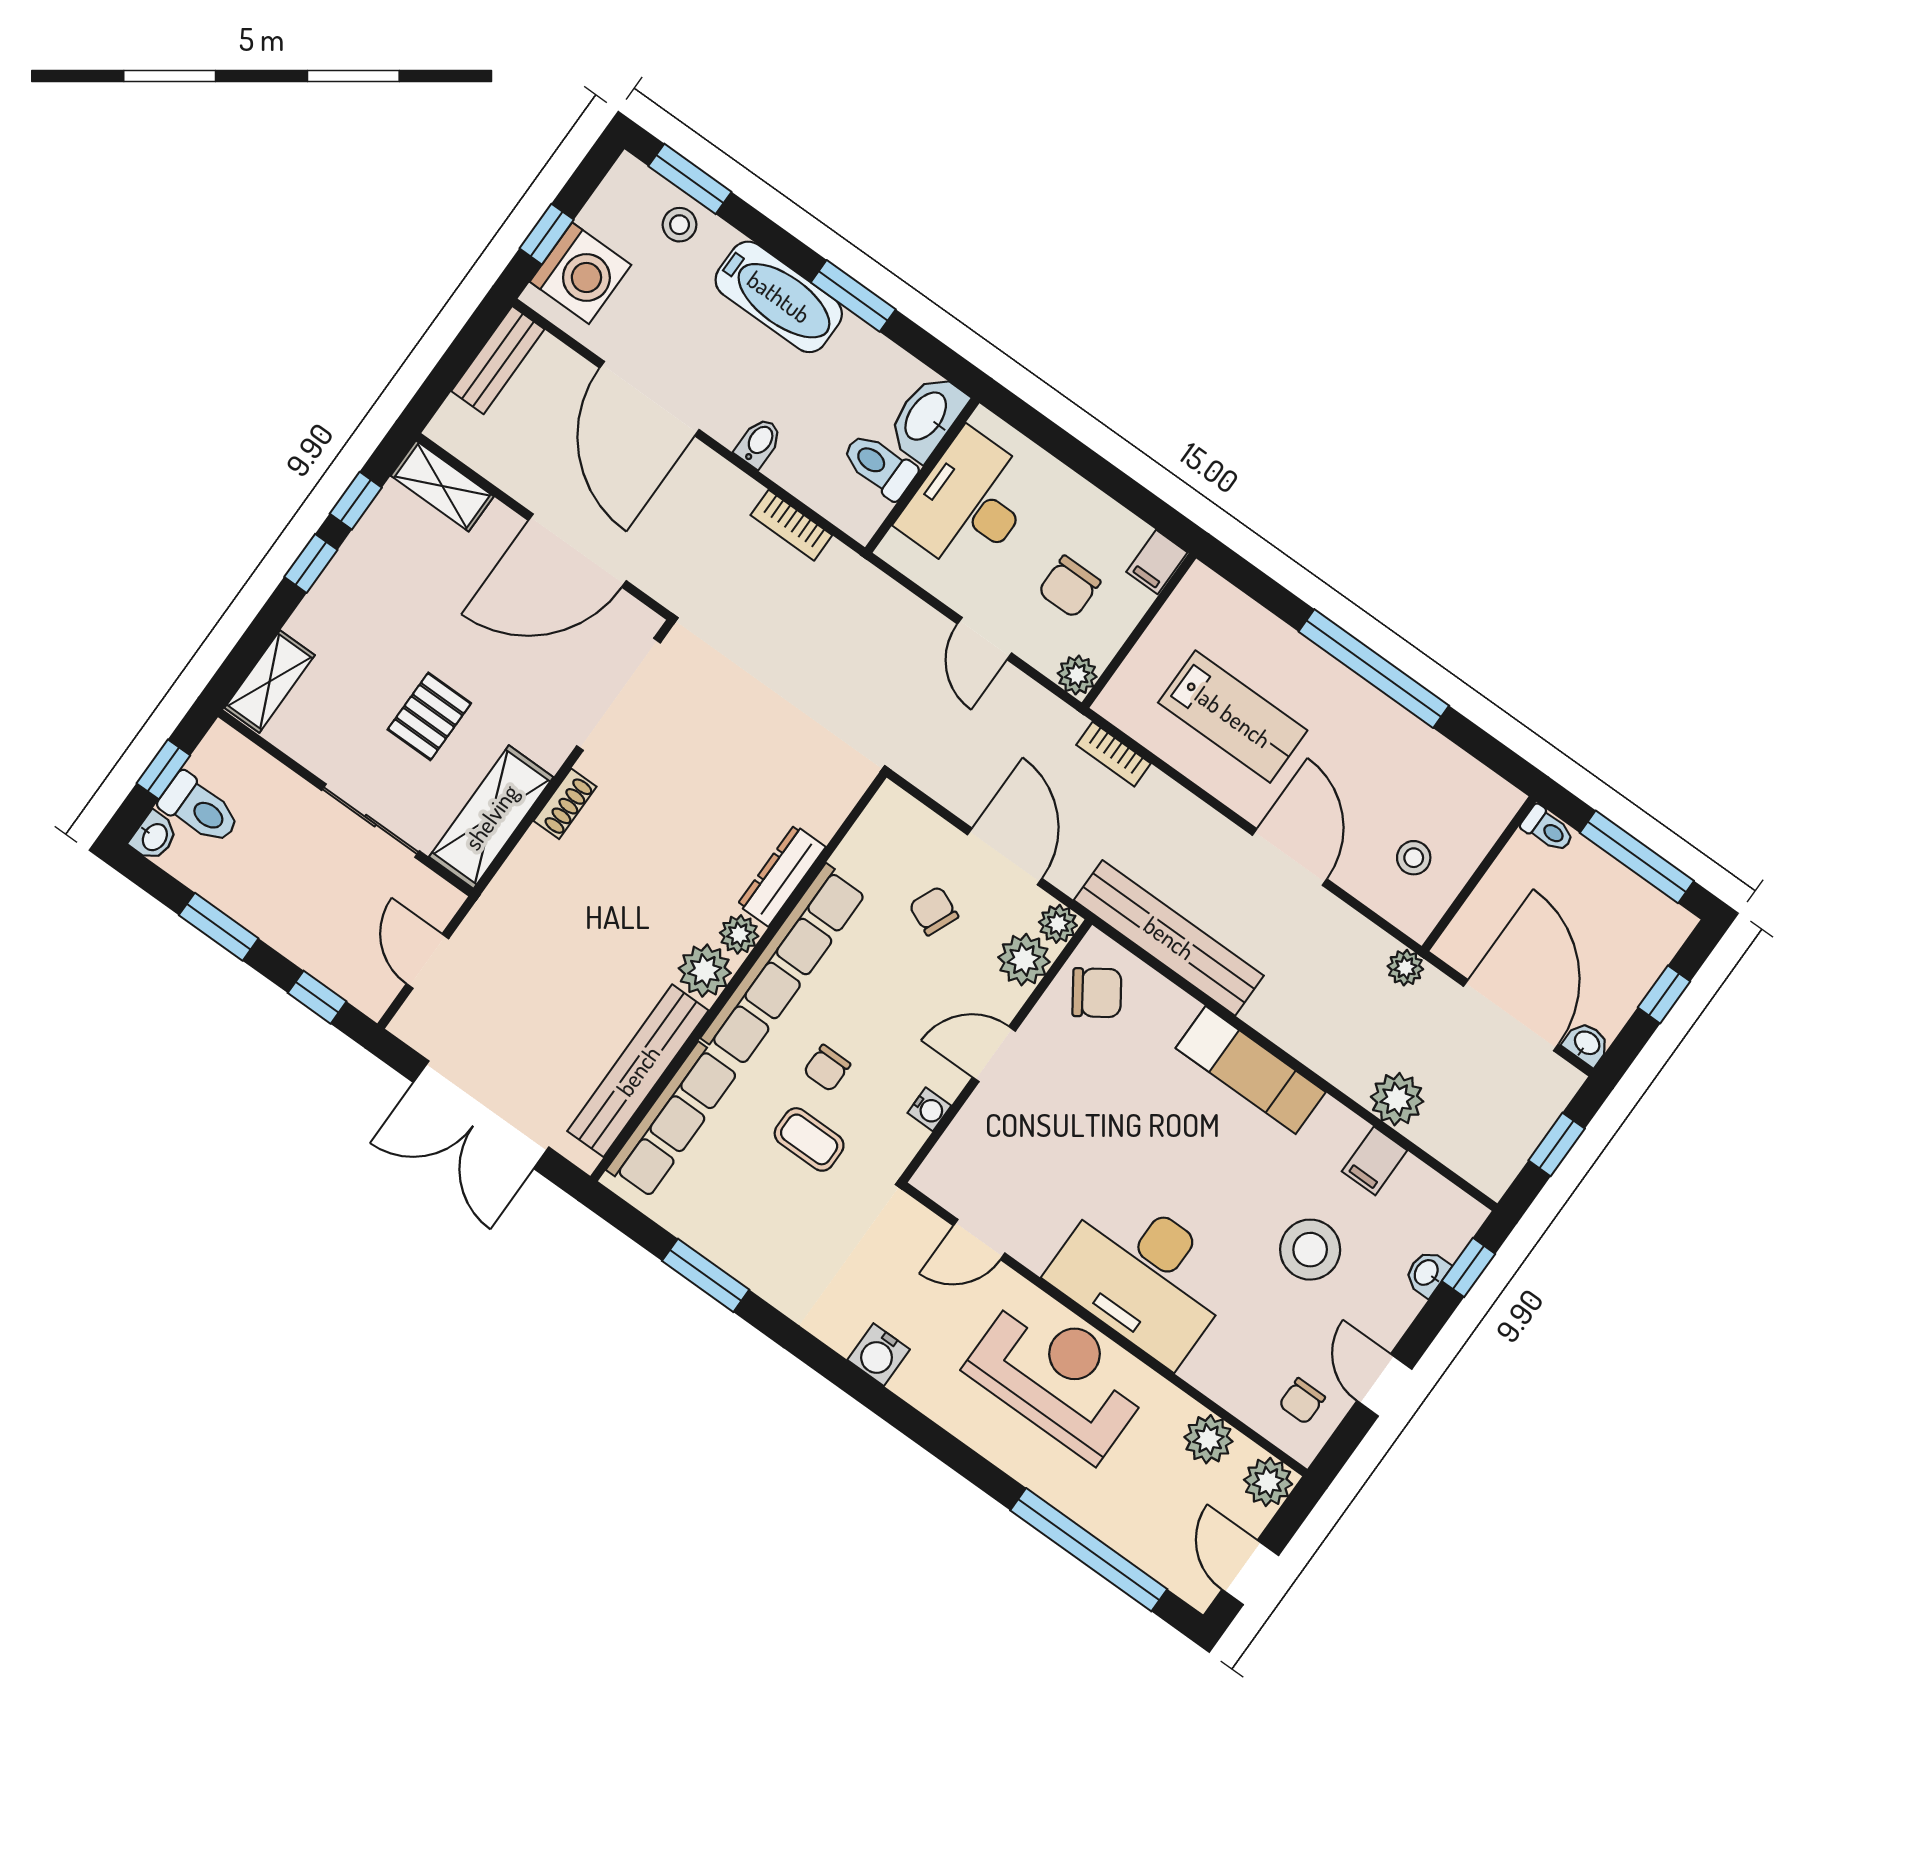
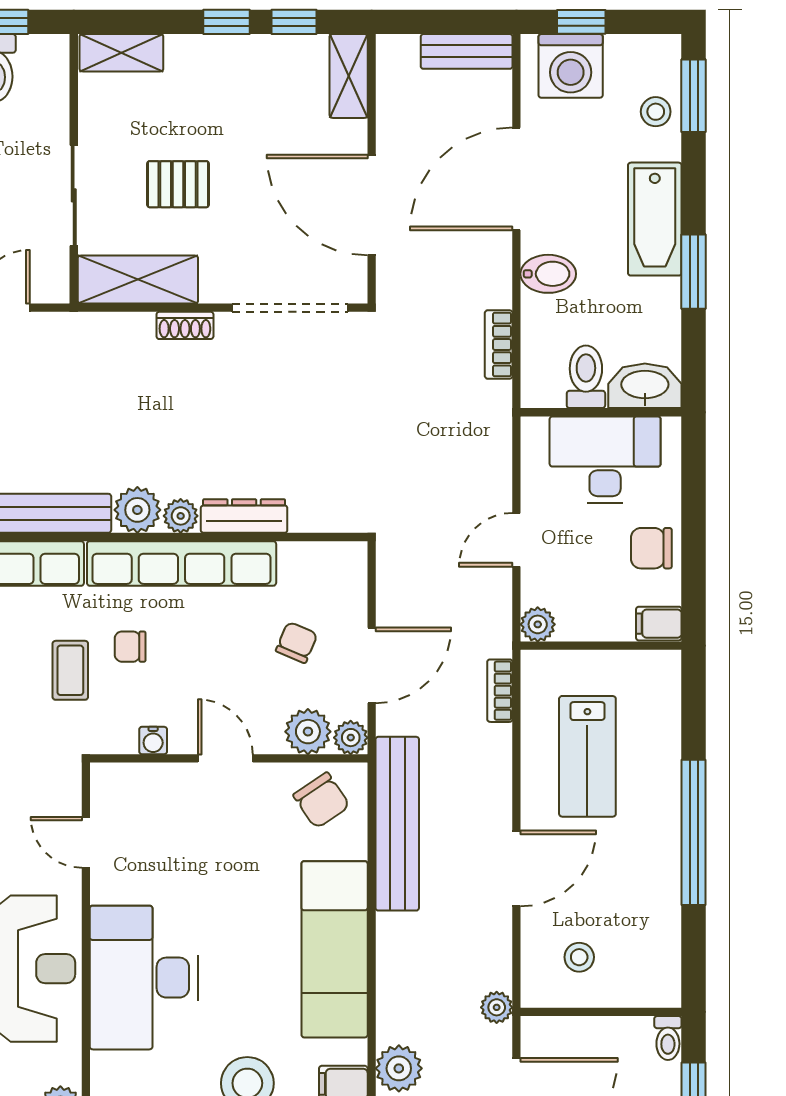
bidet: (759, 443) -> (548, 274), width x1.38, depth x1.36
chair: (1069, 587) -> (651, 548), moved
exam couch: (1251, 1070) -> (335, 949), width x1.36, depth x1.45

